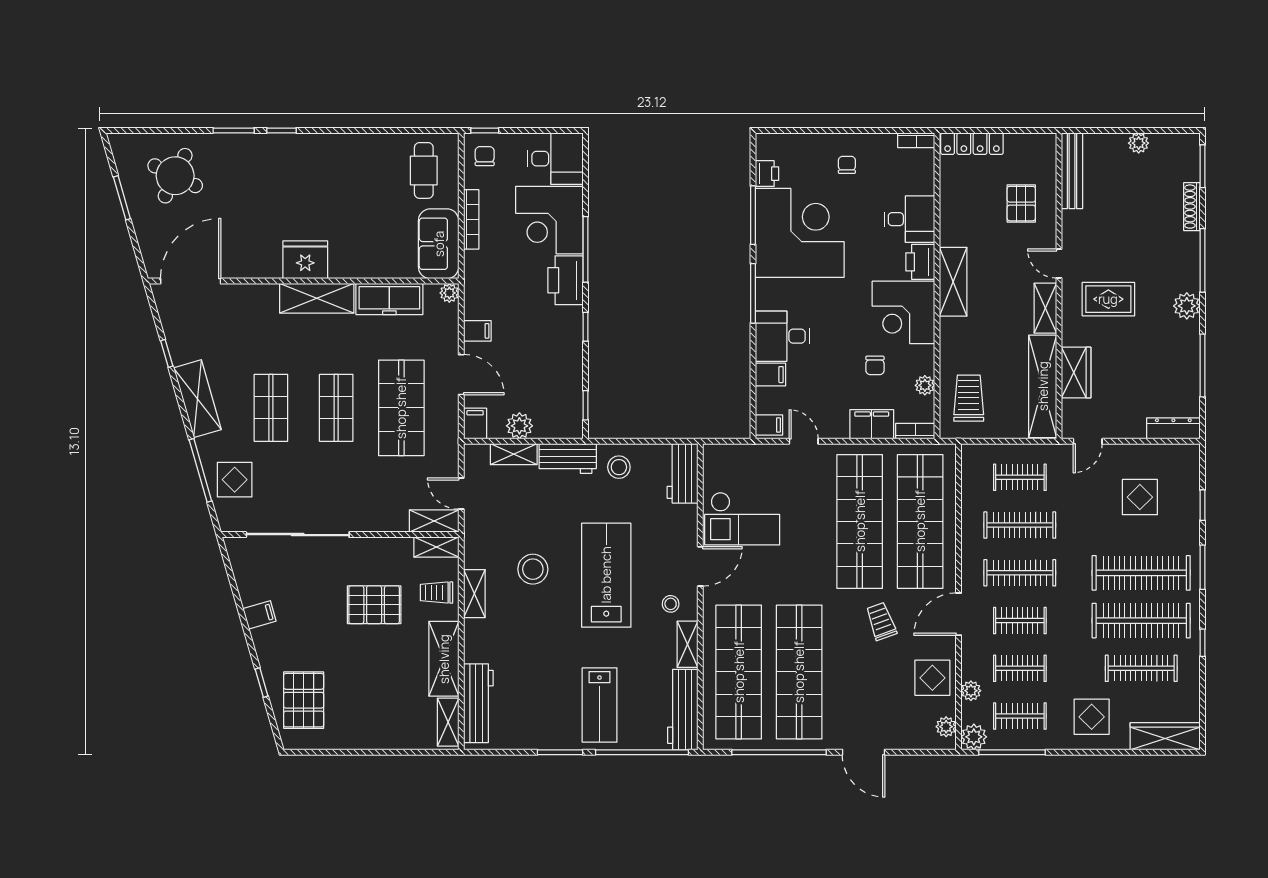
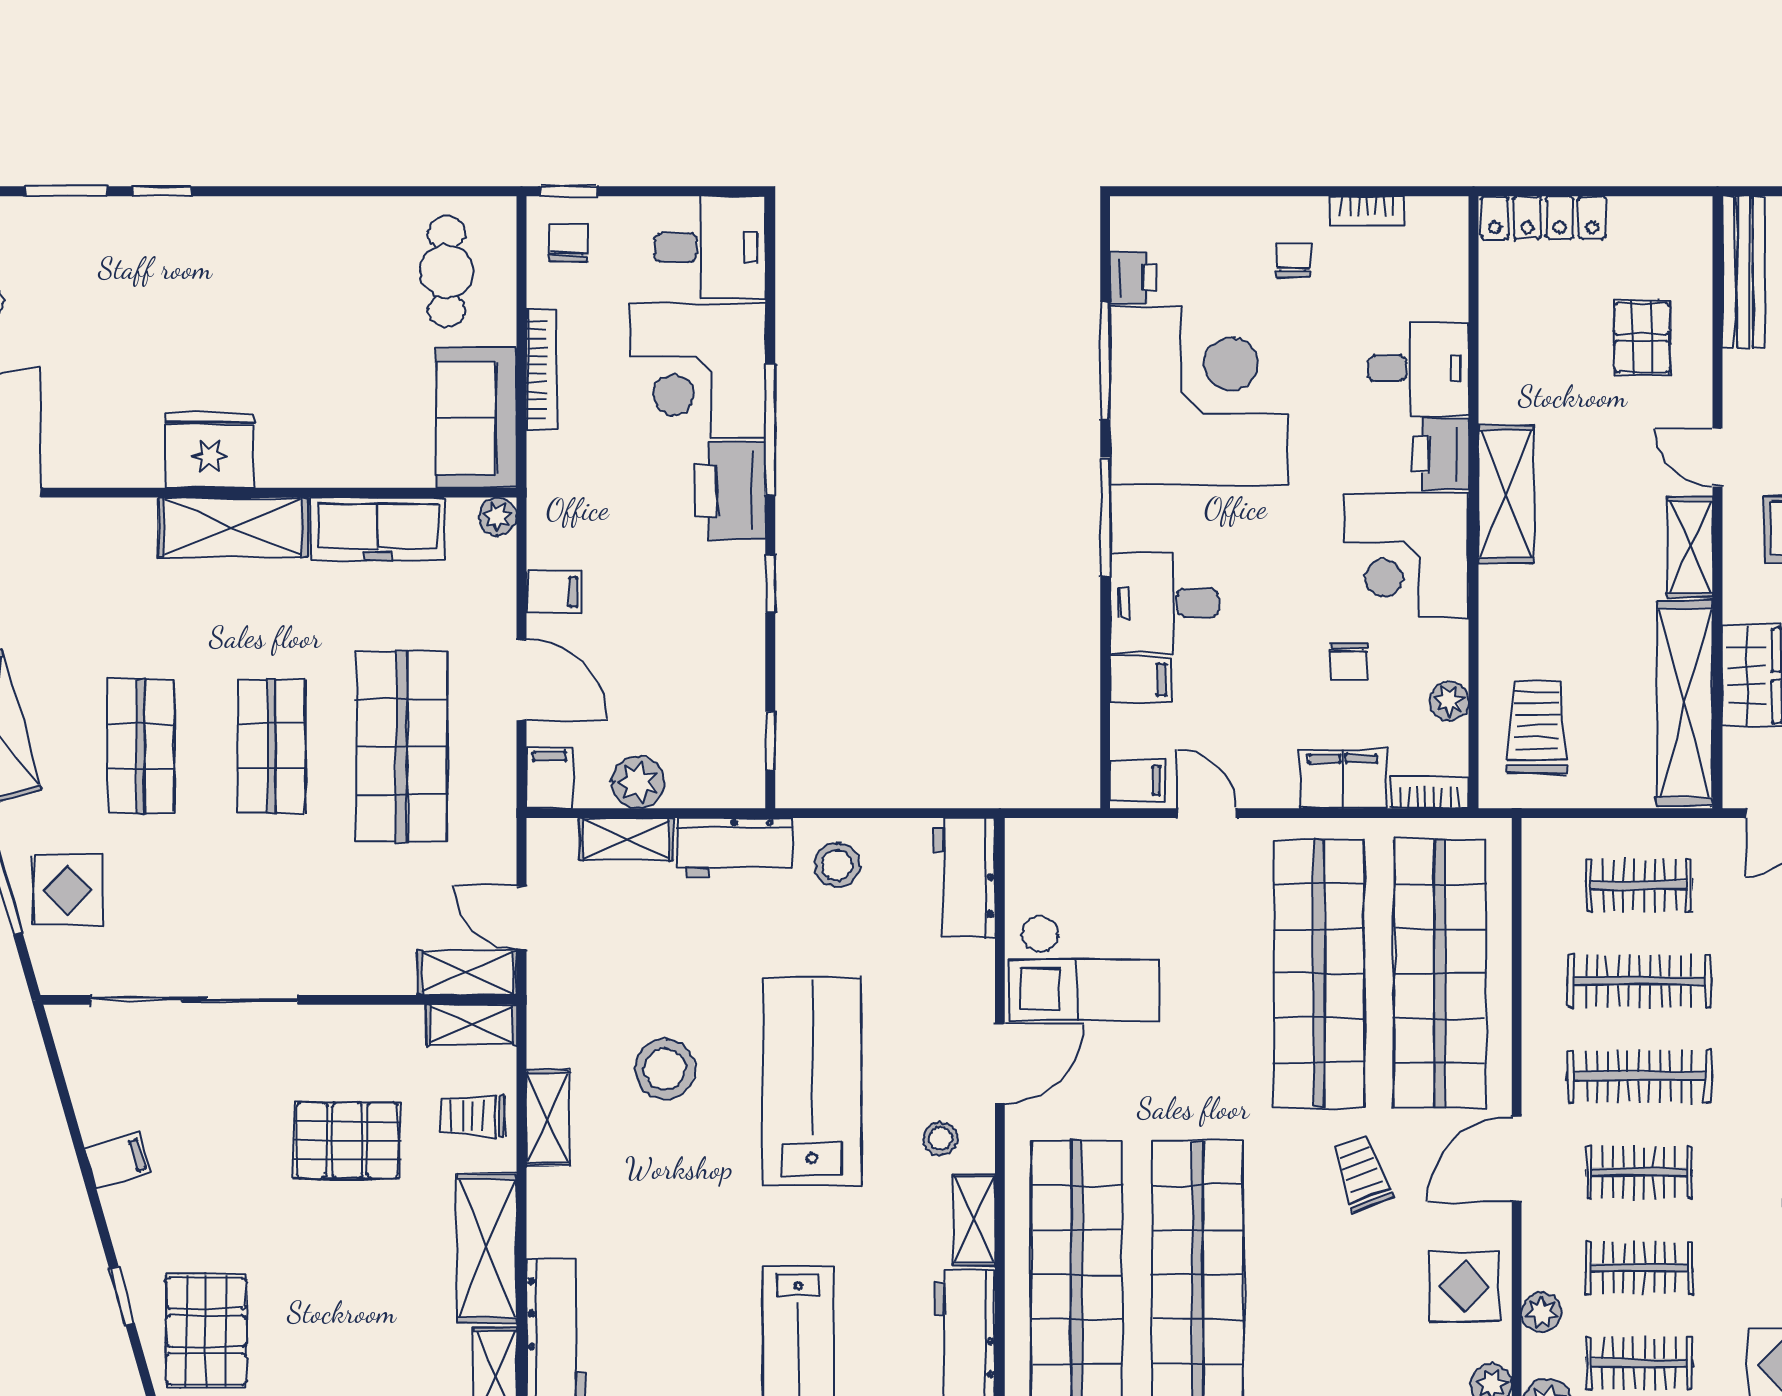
bookcase: (916, 140) -> (1367, 211), moved

